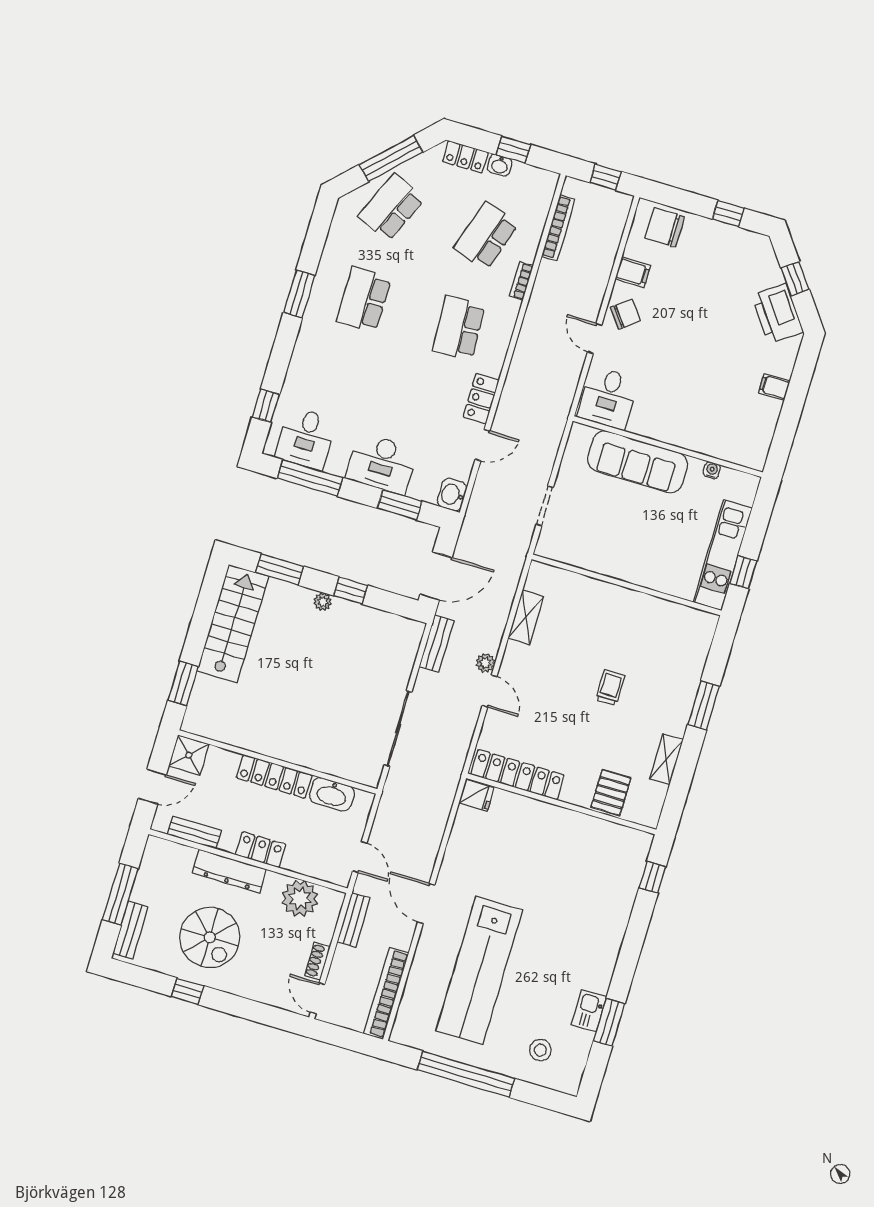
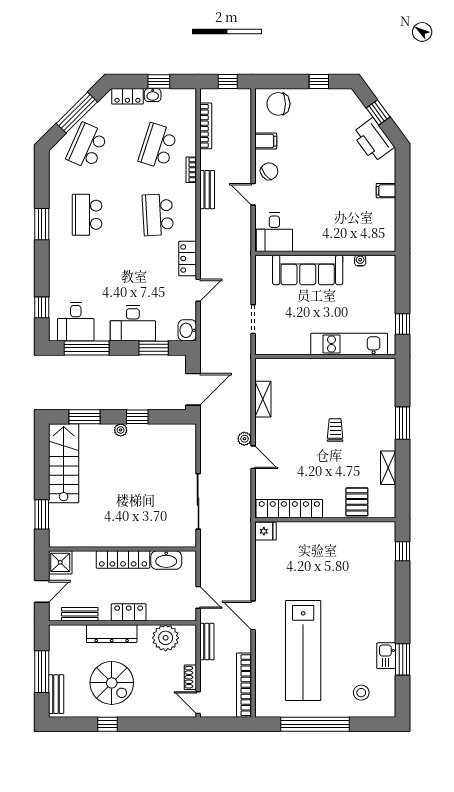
kitchen unit: (723, 555) -> (349, 344), moved, turned 90
bench: (437, 644) -> (207, 190), moved

